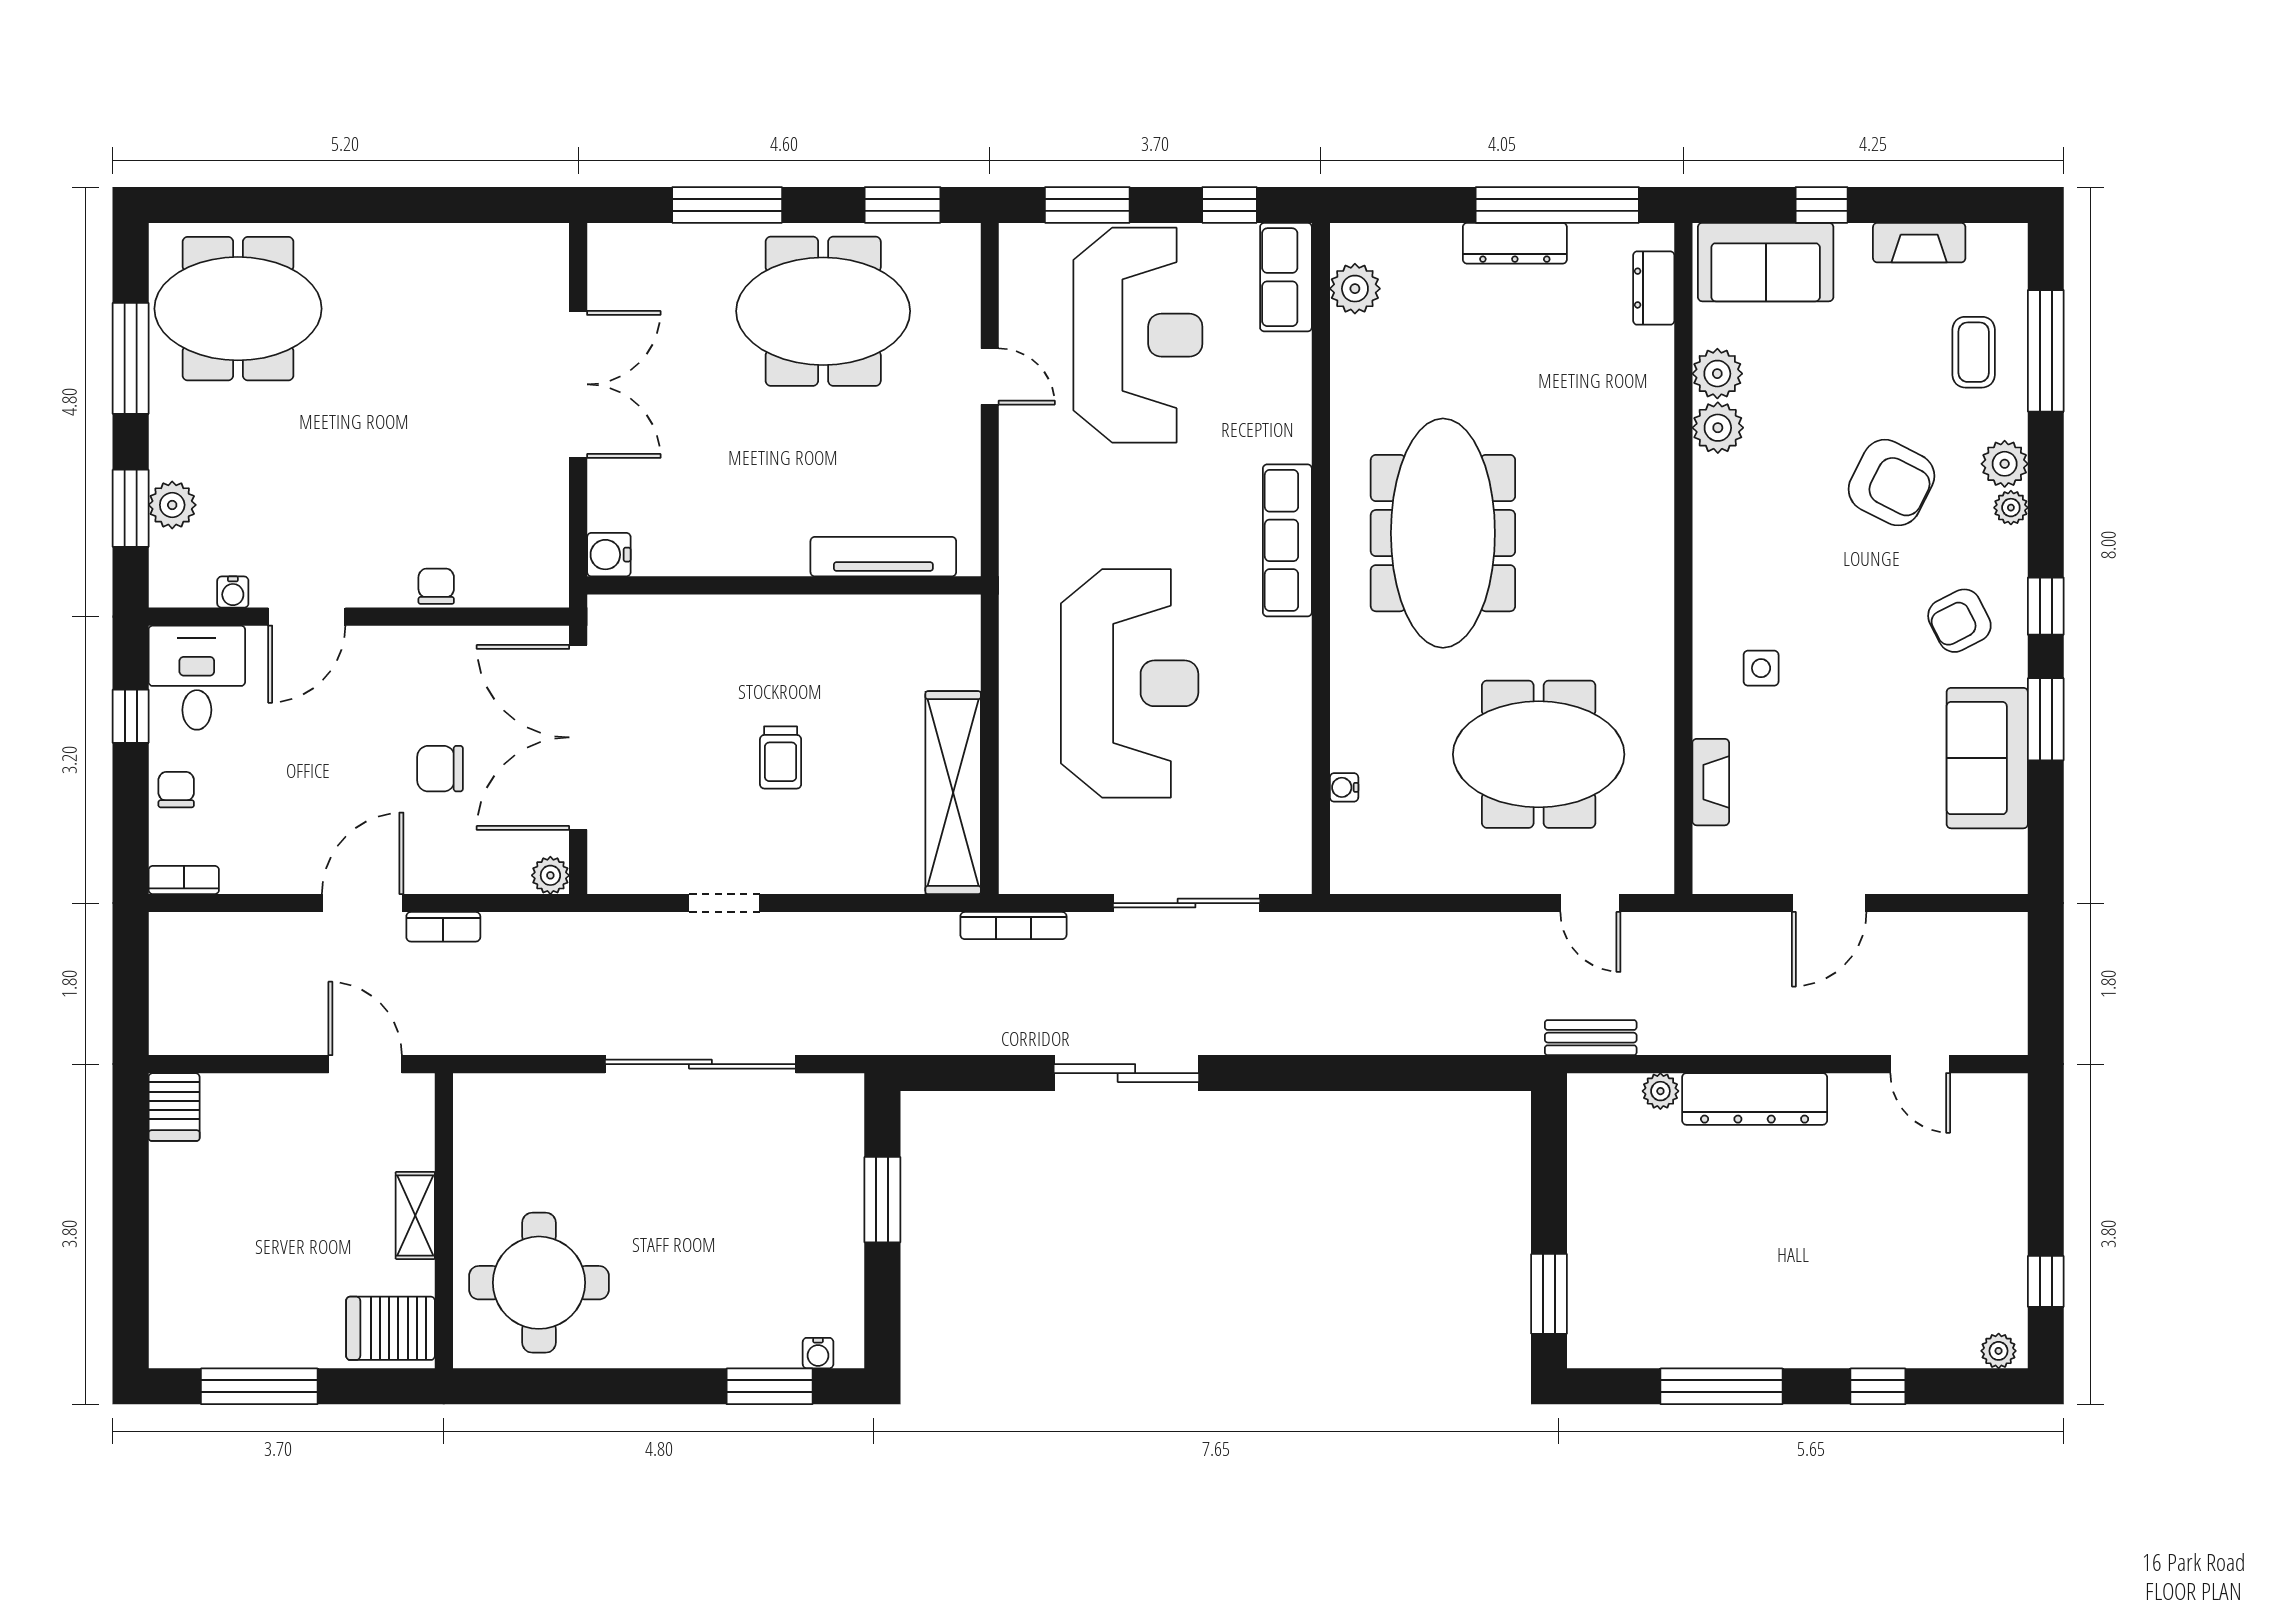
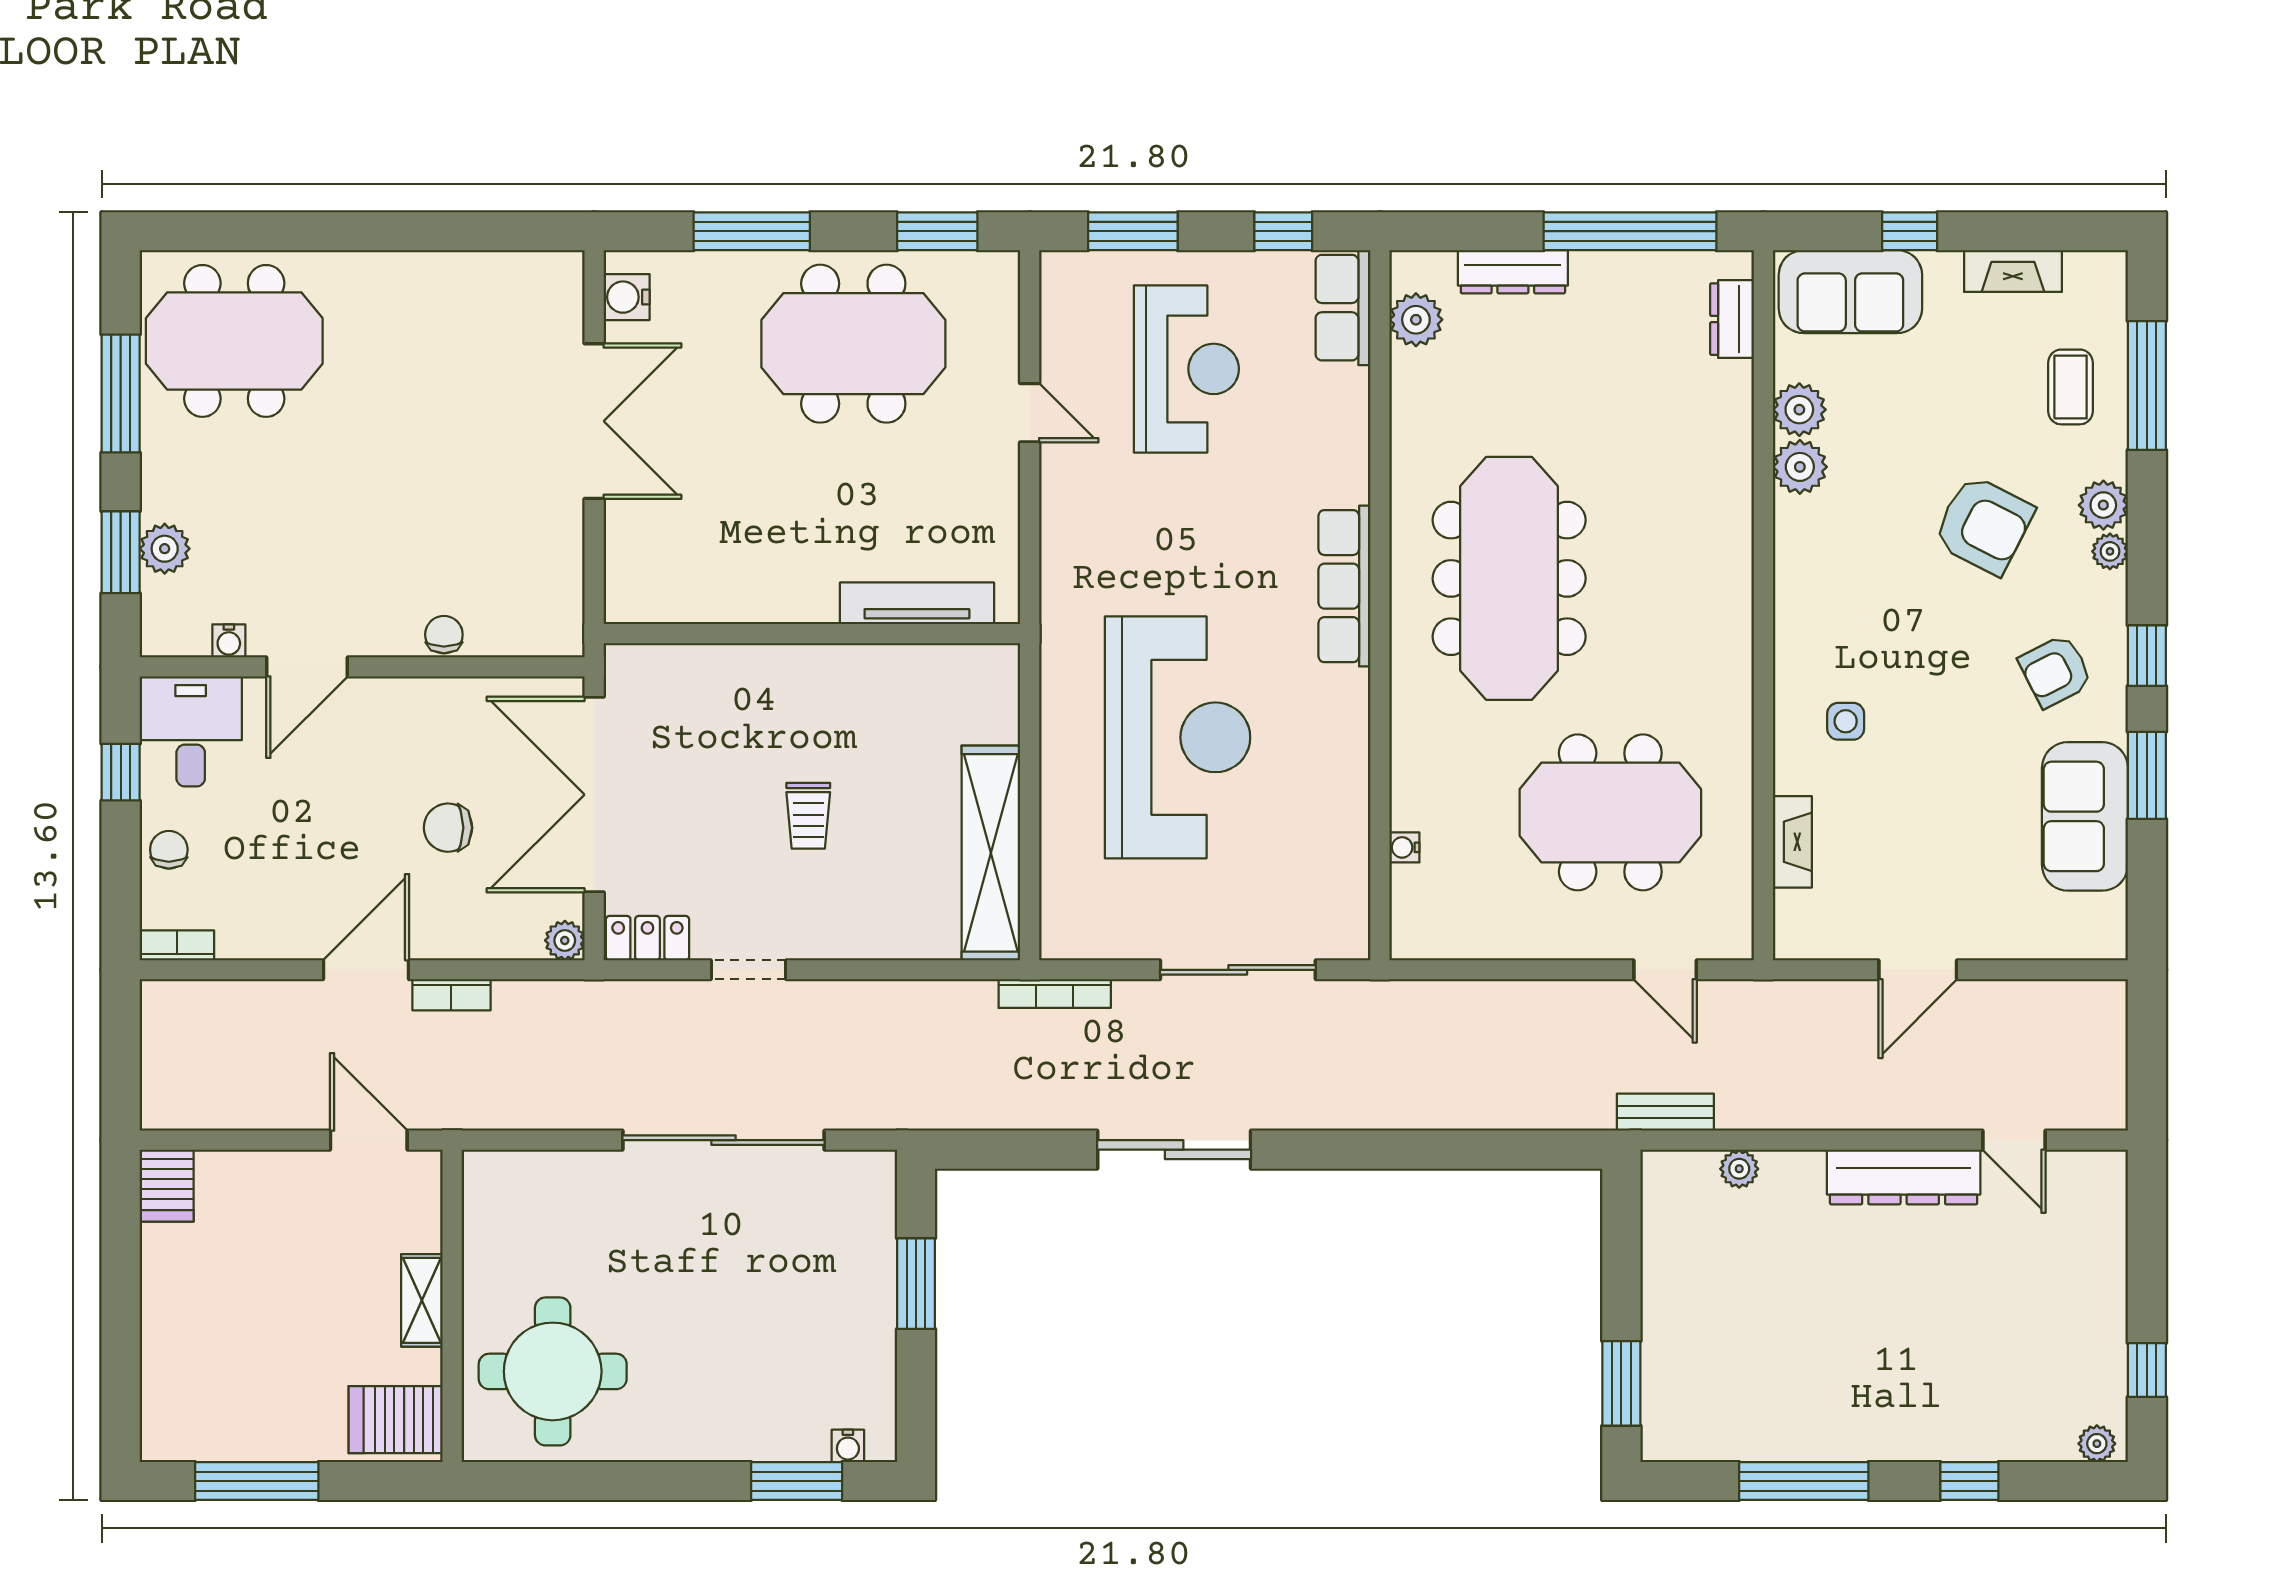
dresser: (1515, 243) -> (1513, 272), moved
reception desk: (1138, 335) -> (1186, 369), width x0.74, depth x0.77
water cooler: (609, 555) -> (627, 297), moved
locker: (629, 873) -> (647, 938), added
dresser: (1755, 1099) -> (1904, 1177), moved

